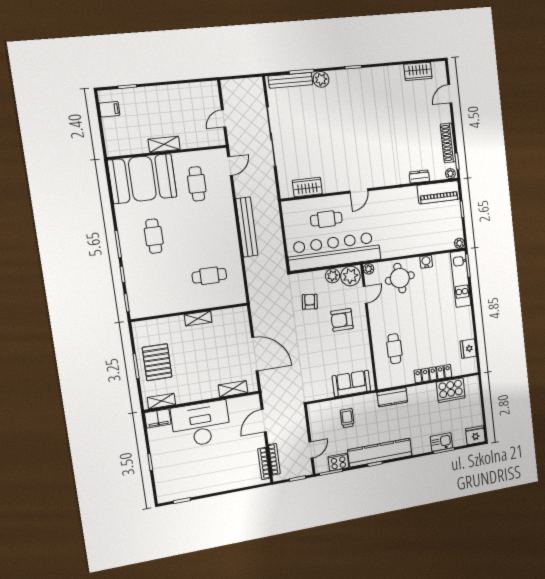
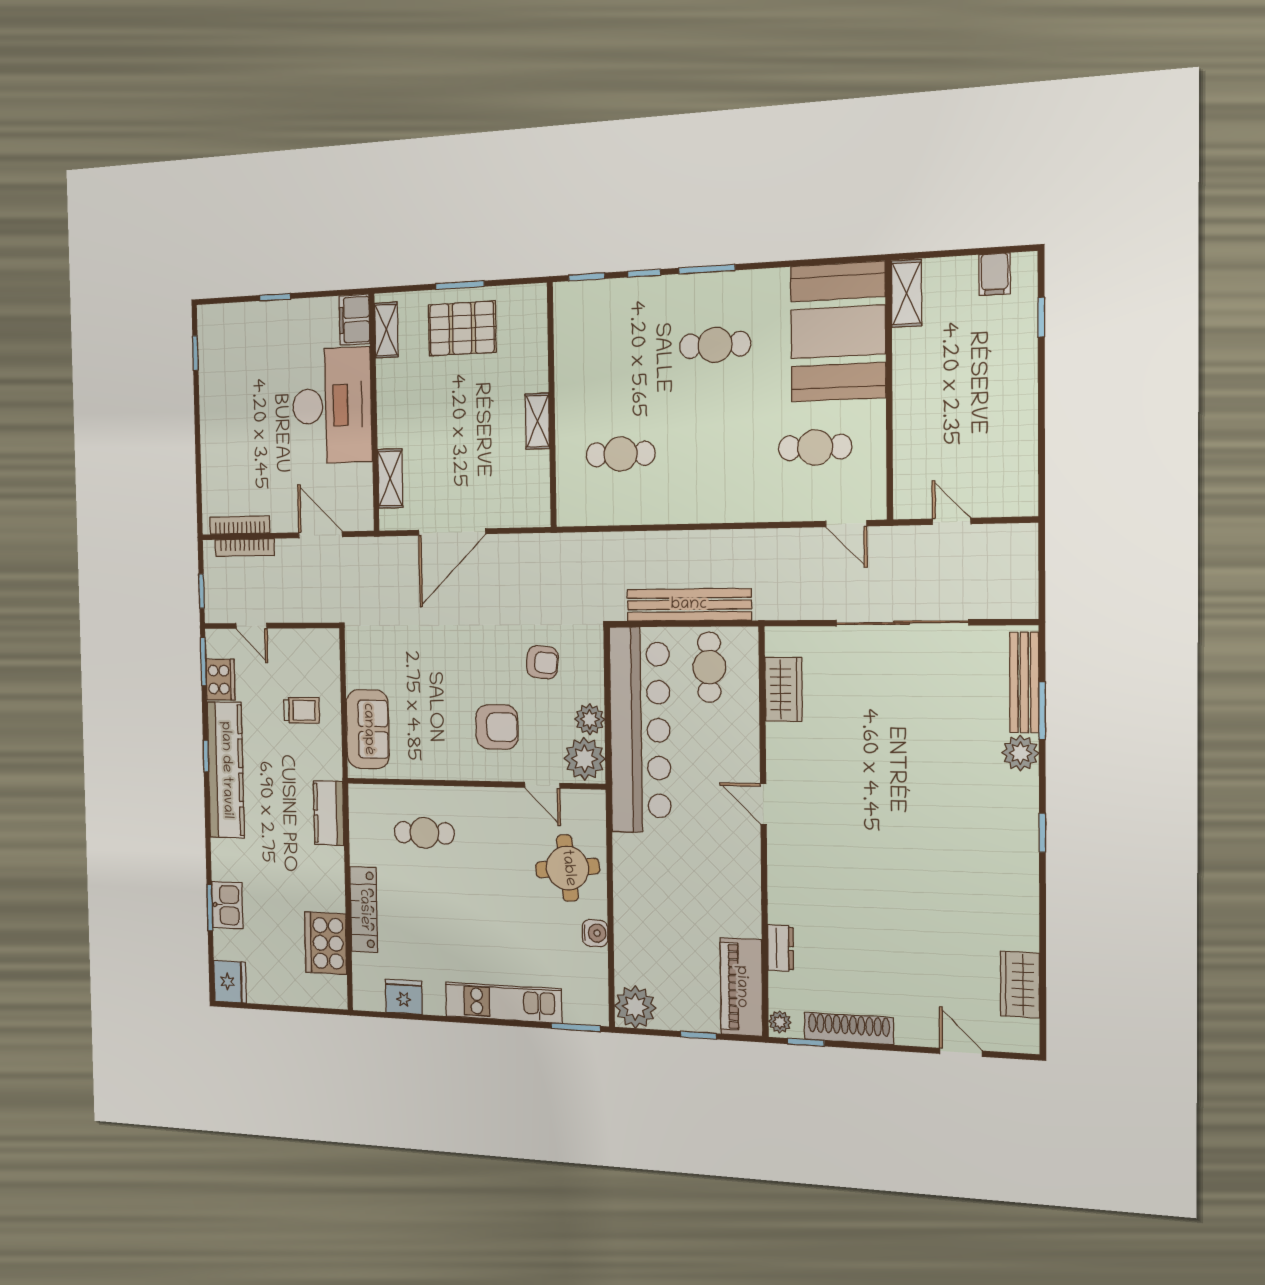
shelving: (164, 144) -> (907, 293), moved
cafe table: (326, 219) -> (709, 667), moved
bench: (247, 227) -> (689, 605), moved
plant: (459, 243) -> (635, 1007), width x1.88, depth x1.88
plant: (369, 269) -> (595, 801), removed
cafe table: (209, 276) -> (621, 454), turned 90
kitchen unit: (461, 279) -> (503, 1003), moved
armchair: (342, 320) -> (497, 727), turned 90

